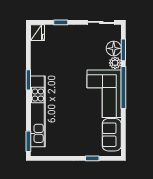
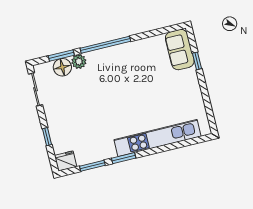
corner sofa: (104, 94) -> (118, 66), removed
sofa: (112, 135) -> (180, 50), moved, turned 90
window: (28, 141) -> (92, 166), moved

